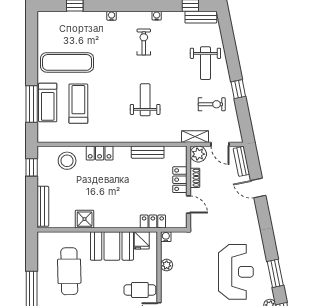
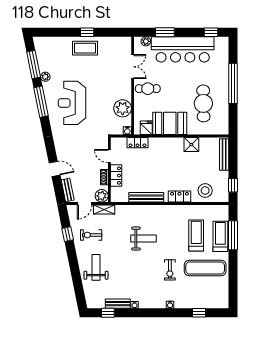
bench: (201, 17) -> (118, 304), moved
exercise bike: (144, 42) -> (170, 270), moved
window: (238, 89) -> (68, 234), moved
weight bench: (145, 100) -> (144, 239), turned -90
treadmill: (78, 104) -> (196, 235), turned 180
door: (220, 144) -> (85, 203), swing flipped
bench: (148, 152) -> (146, 197), width x1.36
plant: (167, 265) -> (123, 108), width x1.87, depth x1.87
window: (275, 273) -> (41, 102), width x1.44

